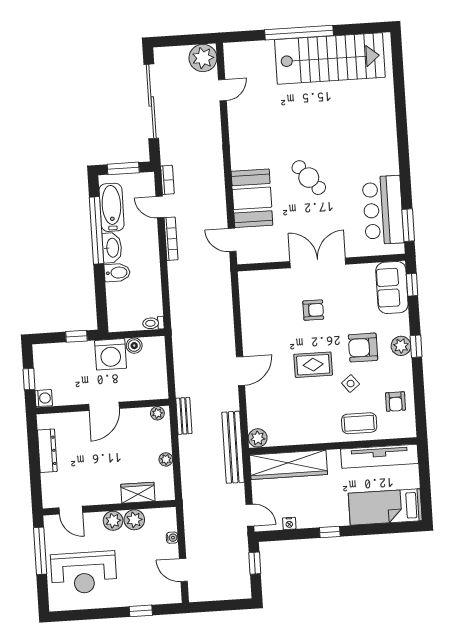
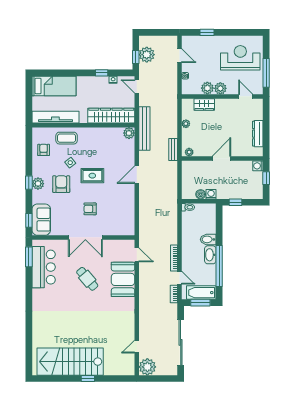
window: (299, 33) -> (88, 379), width x0.32
cafe table: (309, 178) -> (87, 279), moved
bathtub: (112, 207) -> (201, 293), moved, turned 90
armchair: (363, 348) -> (61, 184), turned -90
washing machine: (111, 354) -> (211, 194), width x0.53, depth x0.53
window: (330, 532) -> (102, 73), moved
plant: (237, 568) -> (147, 55), added

